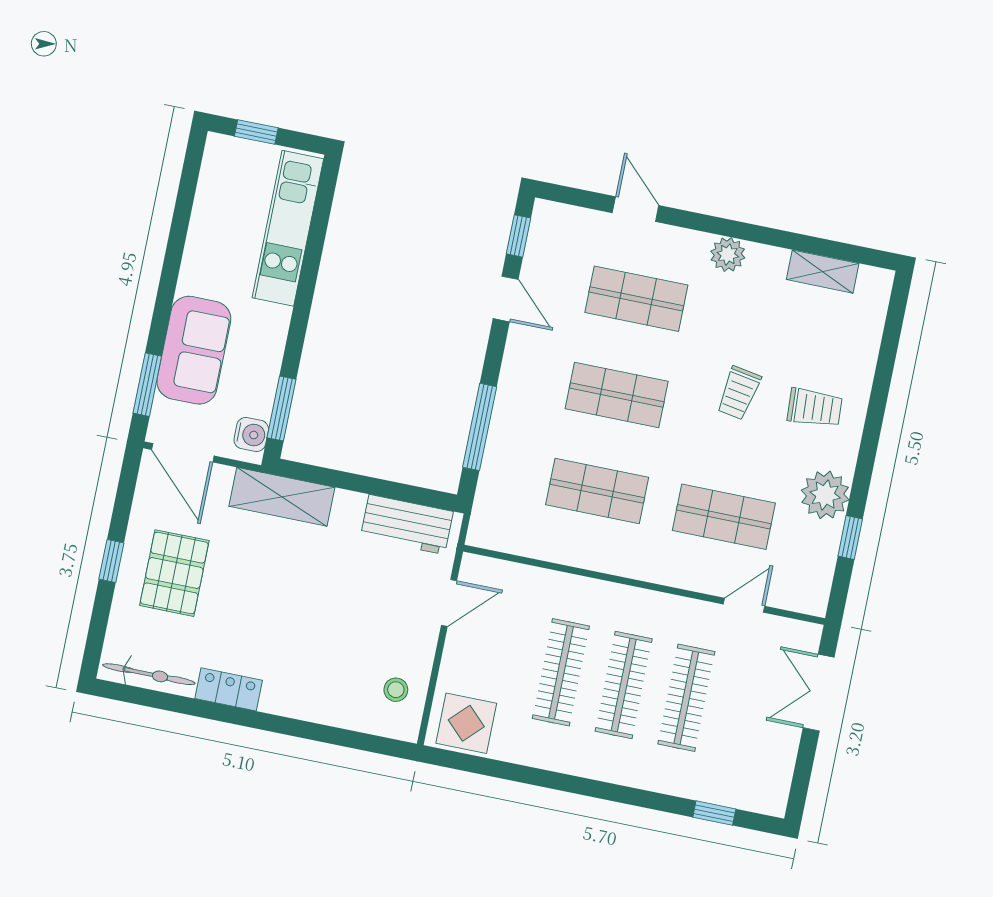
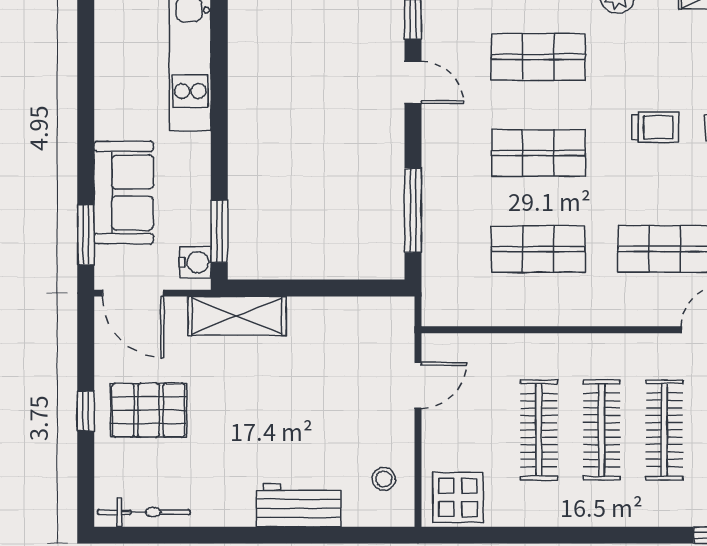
trolley: (739, 393) -> (655, 127), turned -100
workbench: (407, 524) -> (299, 505), moved, turned 180
pallet: (174, 573) -> (149, 410), turned 90
locker: (229, 689) -> (223, 511), removed

